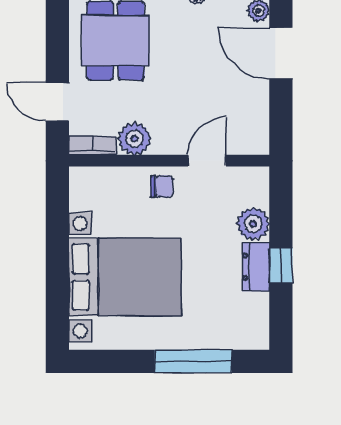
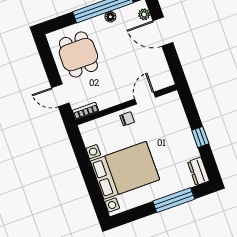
plant: (134, 139) -> (105, 100), removed
plant: (253, 224) -> (179, 121), removed
dresser: (256, 267) -> (198, 171), moved

